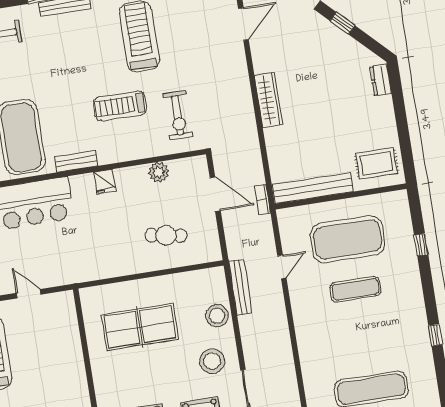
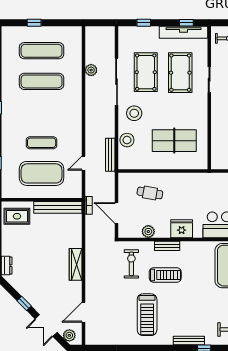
bench: (76, 161) -> (167, 246), moved
fridge: (105, 182) -> (182, 229), width x1.88, depth x1.34

